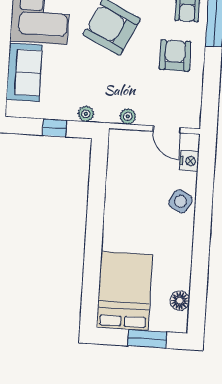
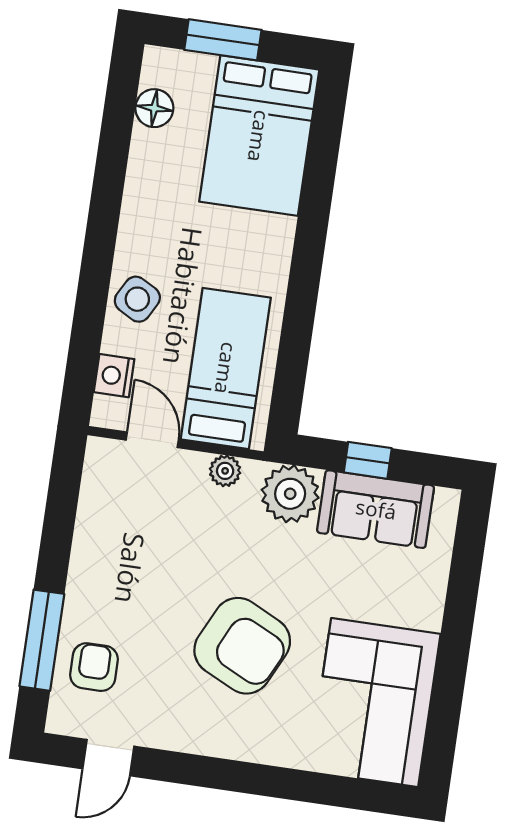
armchair: (175, 55) -> (125, 581), removed
sofa: (24, 72) -> (376, 509), moved, turned -90
plant: (86, 114) -> (290, 494), width x1.88, depth x1.88
bed: (132, 169) -> (226, 368), added

